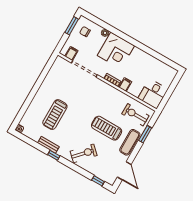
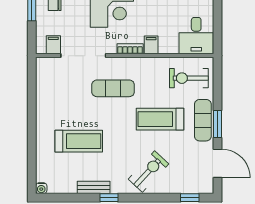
exercise mat: (90, 96) -> (113, 88), added
treadmill: (55, 115) -> (79, 141), turned -90
window: (145, 134) -> (218, 124), moved

